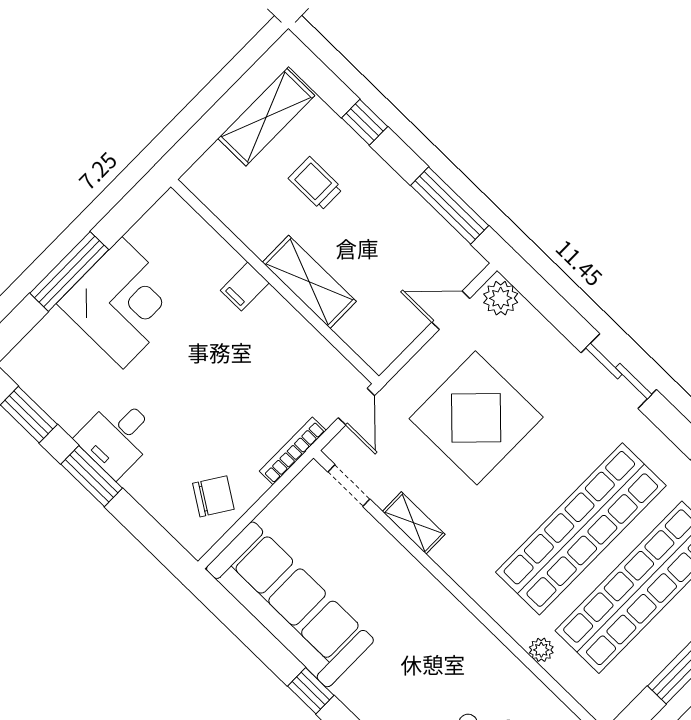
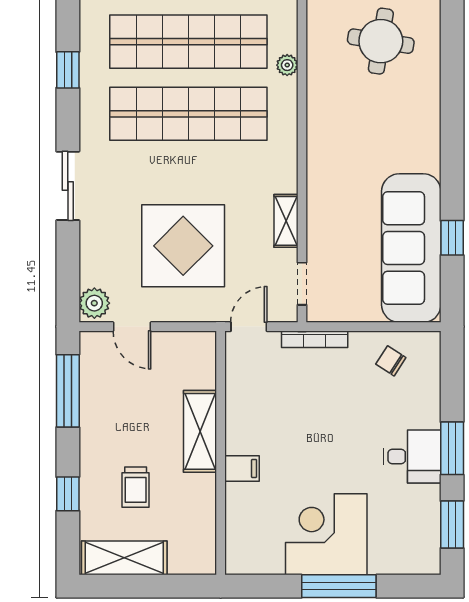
chair: (213, 496) -> (391, 361), width x0.73, depth x0.73
window: (311, 691) -> (452, 238), moved

